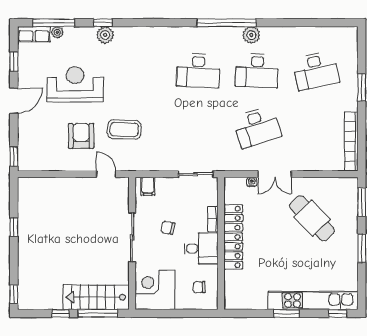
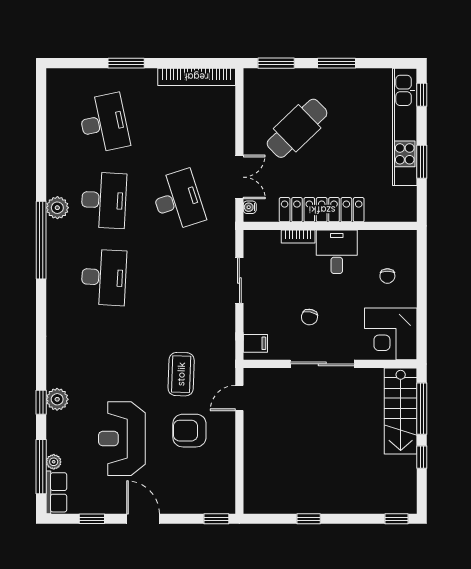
bookcase: (213, 219) -> (298, 236), moved
locker: (233, 237) -> (322, 210), moved
wall: (221, 243) -> (330, 226), moved
desk: (201, 248) -> (337, 252), moved

